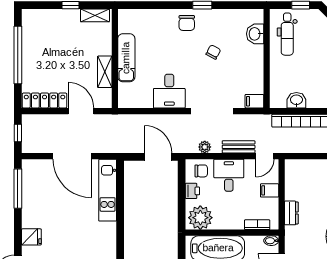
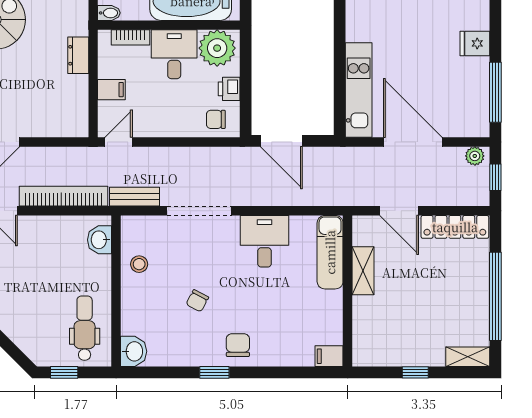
shelving: (95, 15) -> (468, 357), moved
washbasin: (255, 34) -> (134, 351), moved
exam couch: (126, 58) -> (330, 252), moved
stool: (251, 76) -> (139, 264), added
washbasin: (296, 100) -> (100, 240), moved, turned 90
filing cabinet: (254, 101) -> (329, 356), moved, turned 180
plant: (205, 147) -> (475, 156), moved
bench: (239, 147) -> (134, 197), moved
desk: (229, 175) -> (174, 54), moved, turned 180
fridge: (31, 237) -> (475, 43), moved

